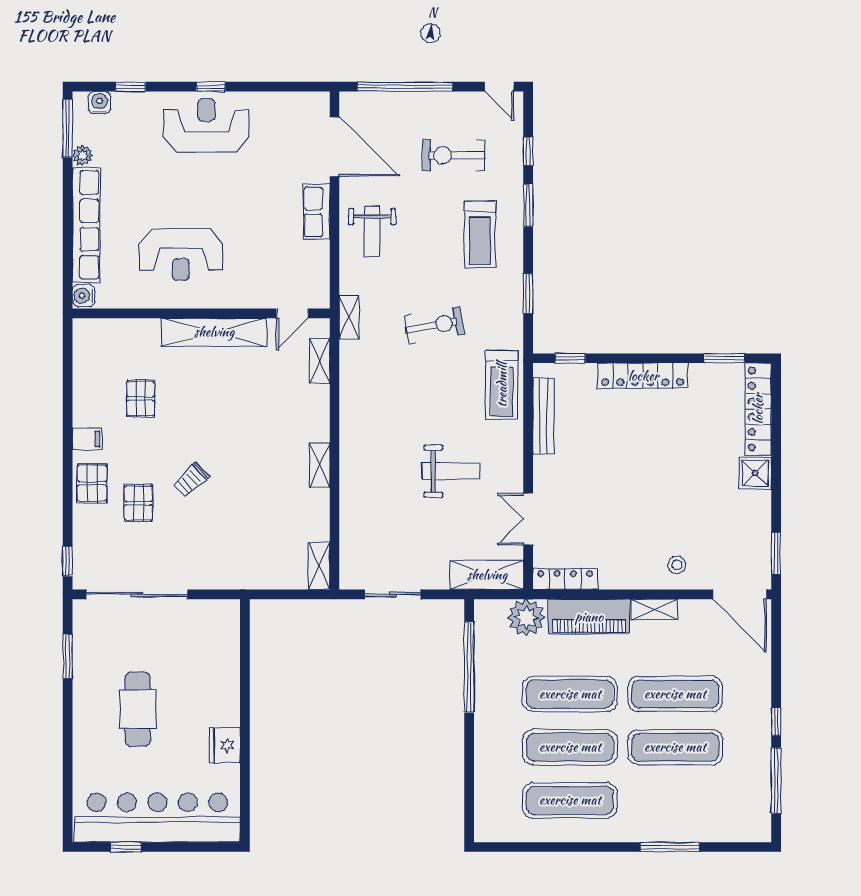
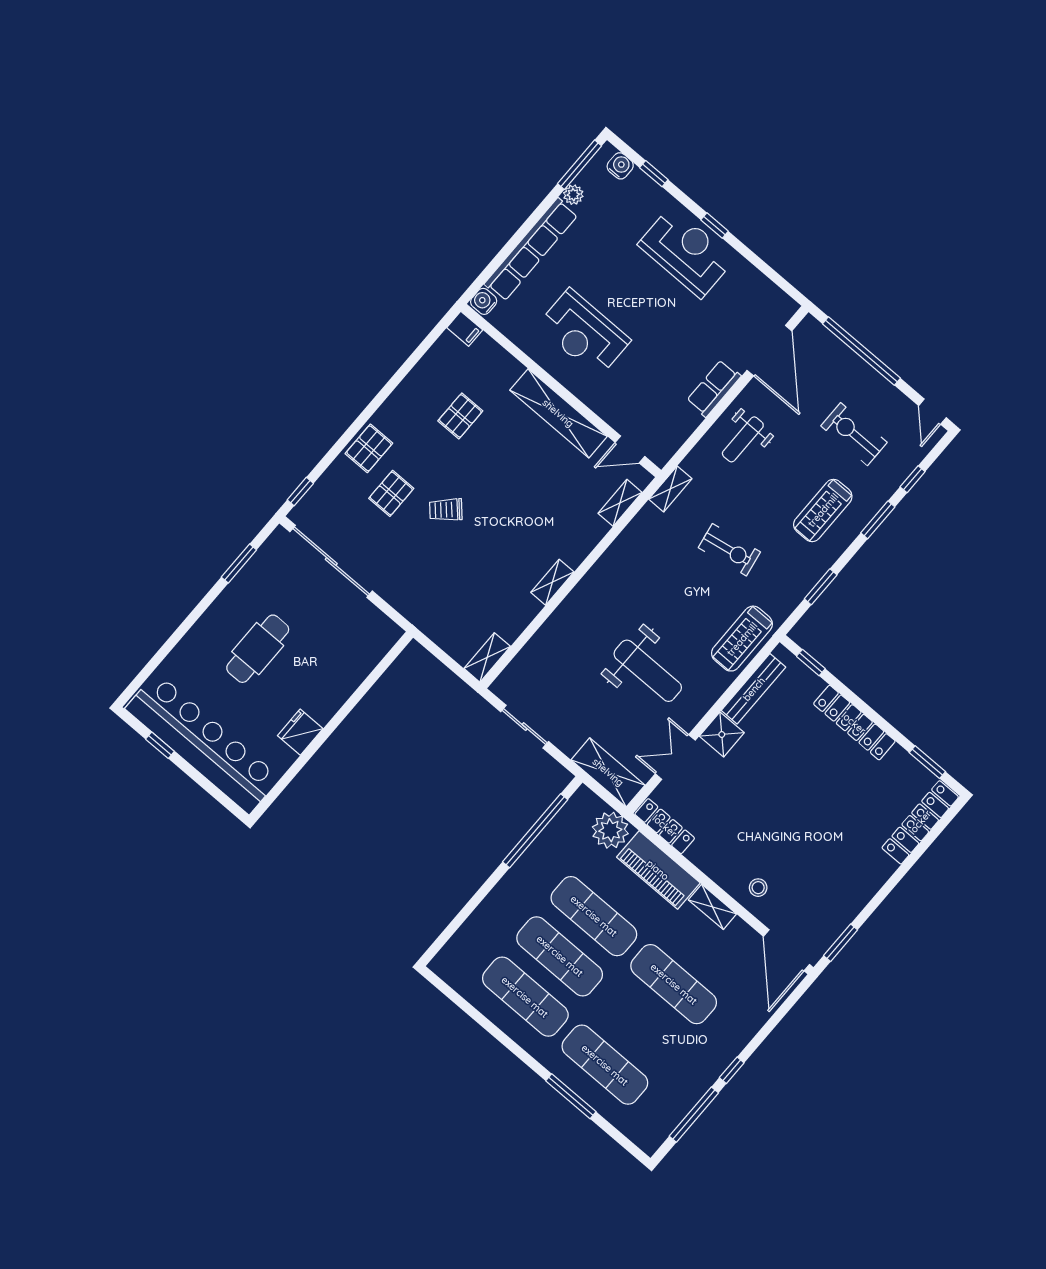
filing cabinet: (87, 439) -> (465, 329), moved
weight bench: (451, 471) -> (648, 671), width x1.36, depth x1.33
shower: (755, 473) -> (722, 734), moved
exercise mat: (675, 747) -> (605, 1065), moved

